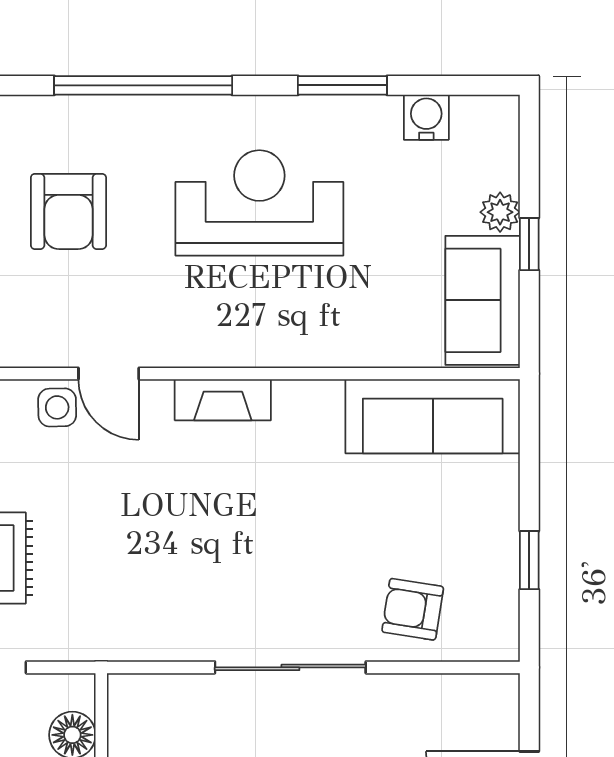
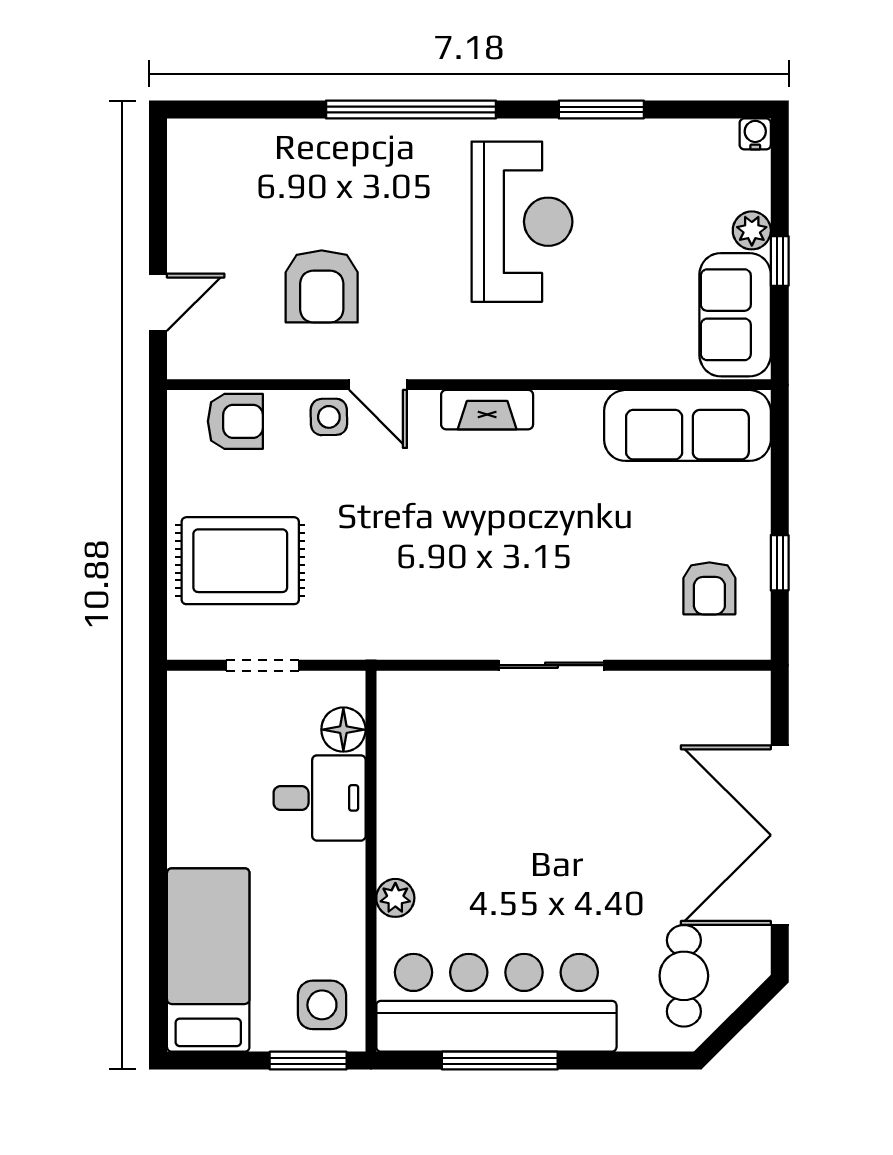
water cooler: (426, 117) -> (755, 134), moved, width x0.72, depth x0.72
reception desk: (259, 203) -> (522, 222), turned 90
armchair: (68, 211) -> (322, 286), moved
armchair: (413, 609) -> (709, 588), moved, turned -99
sliding door: (290, 667) -> (552, 665), width x0.73

